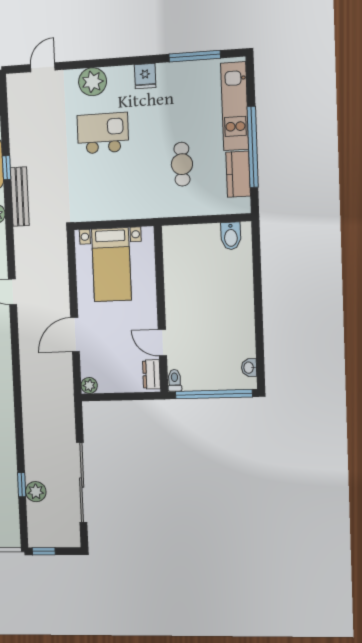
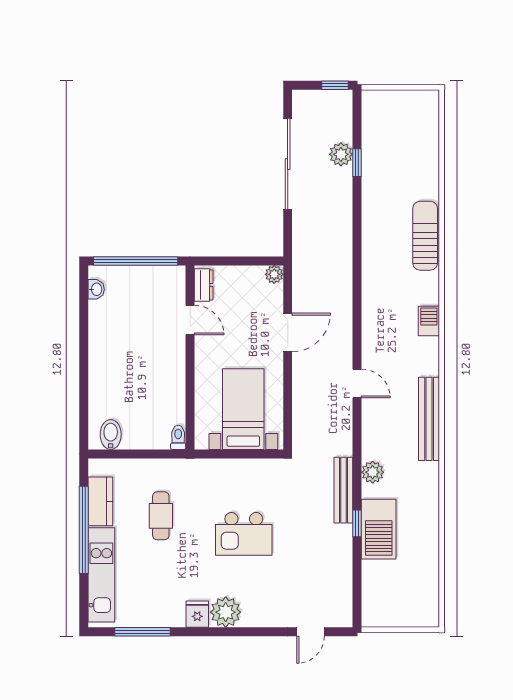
plant: (93, 82) -> (226, 612), moved
kitchen island: (103, 133) -> (244, 534), moved
toilet: (175, 380) -> (178, 437), moved, turned 180

